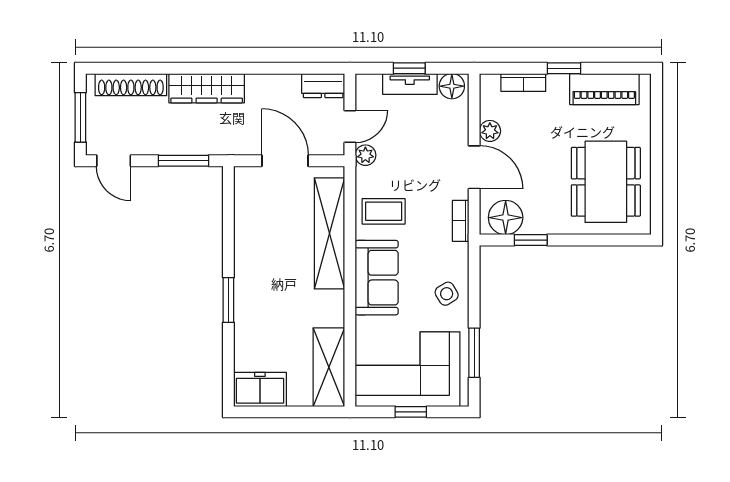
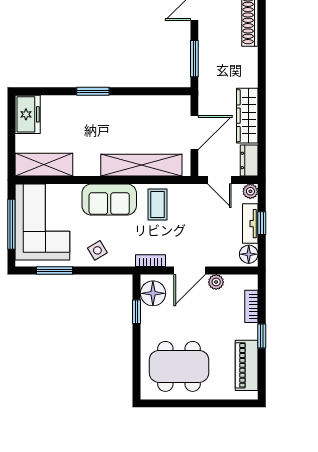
wardrobe: (207, 88) -> (247, 116), moved
plant: (365, 155) -> (250, 191), moved
window: (411, 412) -> (11, 224), width x2.17

